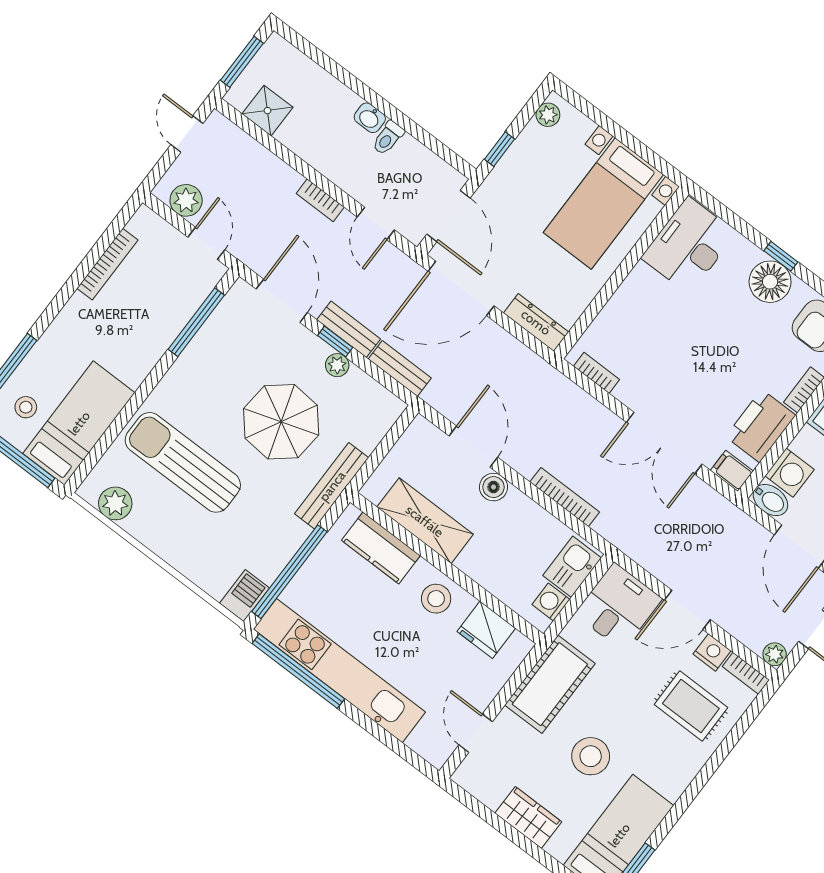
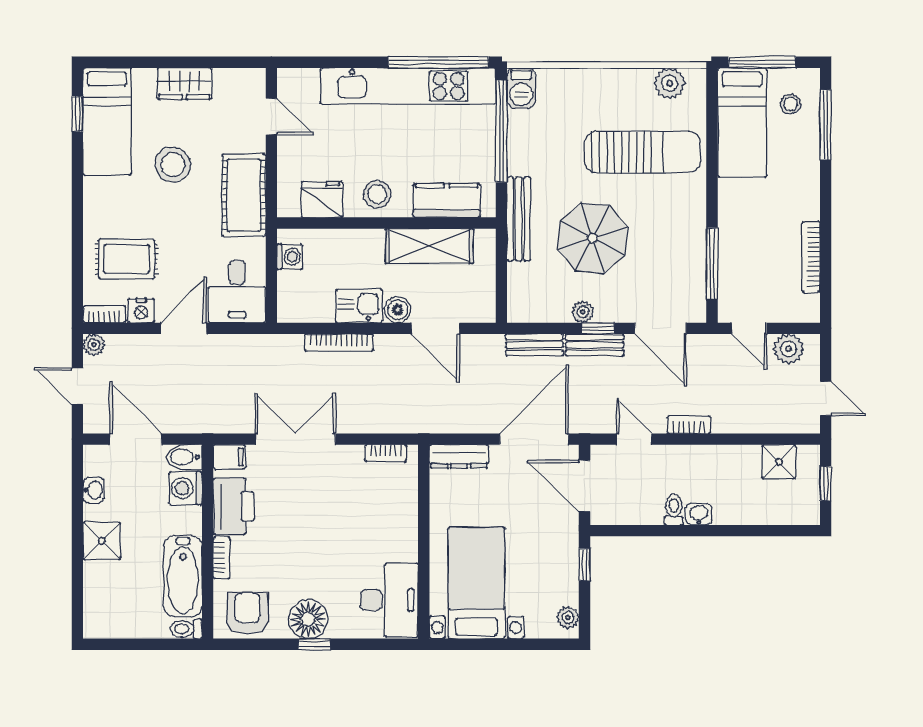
window: (242, 62) -> (826, 483), width x0.67
kitchen sink: (572, 567) -> (359, 306), moved, turned -90

